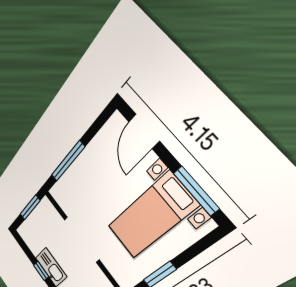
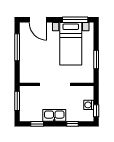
window: (68, 161) -> (17, 47), moved
window: (41, 271) -> (37, 124), moved

